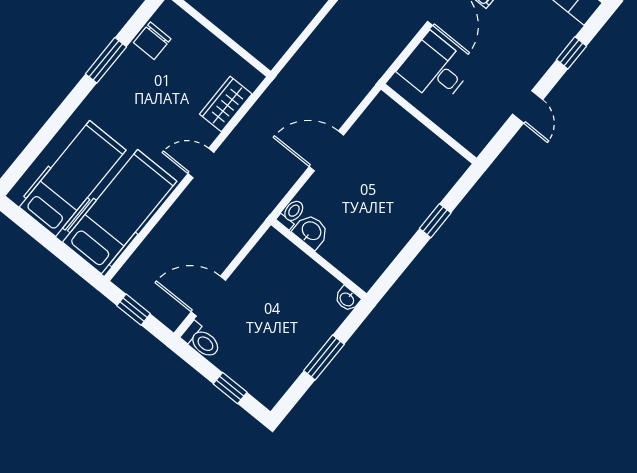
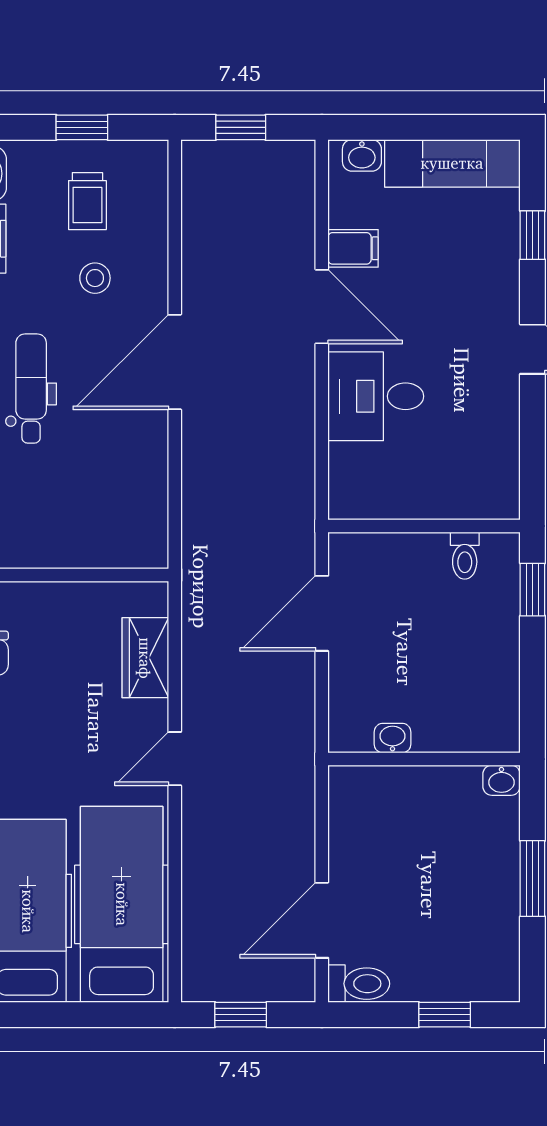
wall: (429, 124) -> (424, 526), moved
toilet: (291, 214) -> (465, 556), moved, turned 180
washbasin: (311, 231) -> (392, 738), width x0.72, depth x0.69

